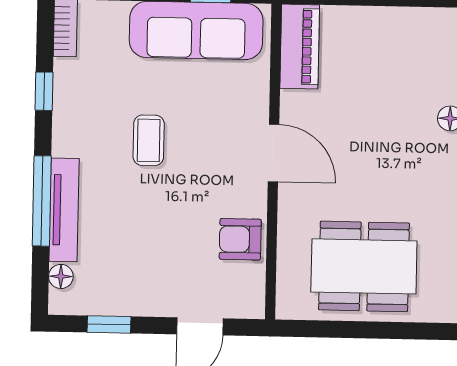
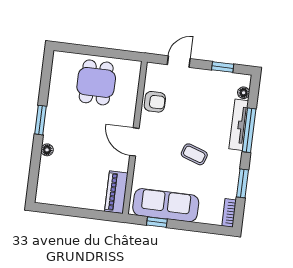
window: (44, 91) -> (242, 183), width x1.50
coffee table: (149, 140) -> (194, 154), turned -71
dining table: (364, 266) -> (96, 82), width x0.73

